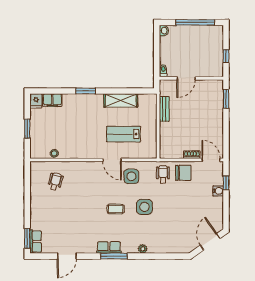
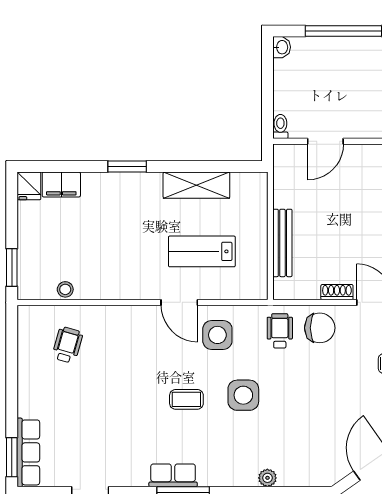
bench: (164, 109) -> (282, 243), moved, width x1.36
window: (27, 129) -> (12, 267), moved
row of seats: (36, 242) -> (28, 452), width x1.48
plant: (143, 249) -> (267, 478), moved

